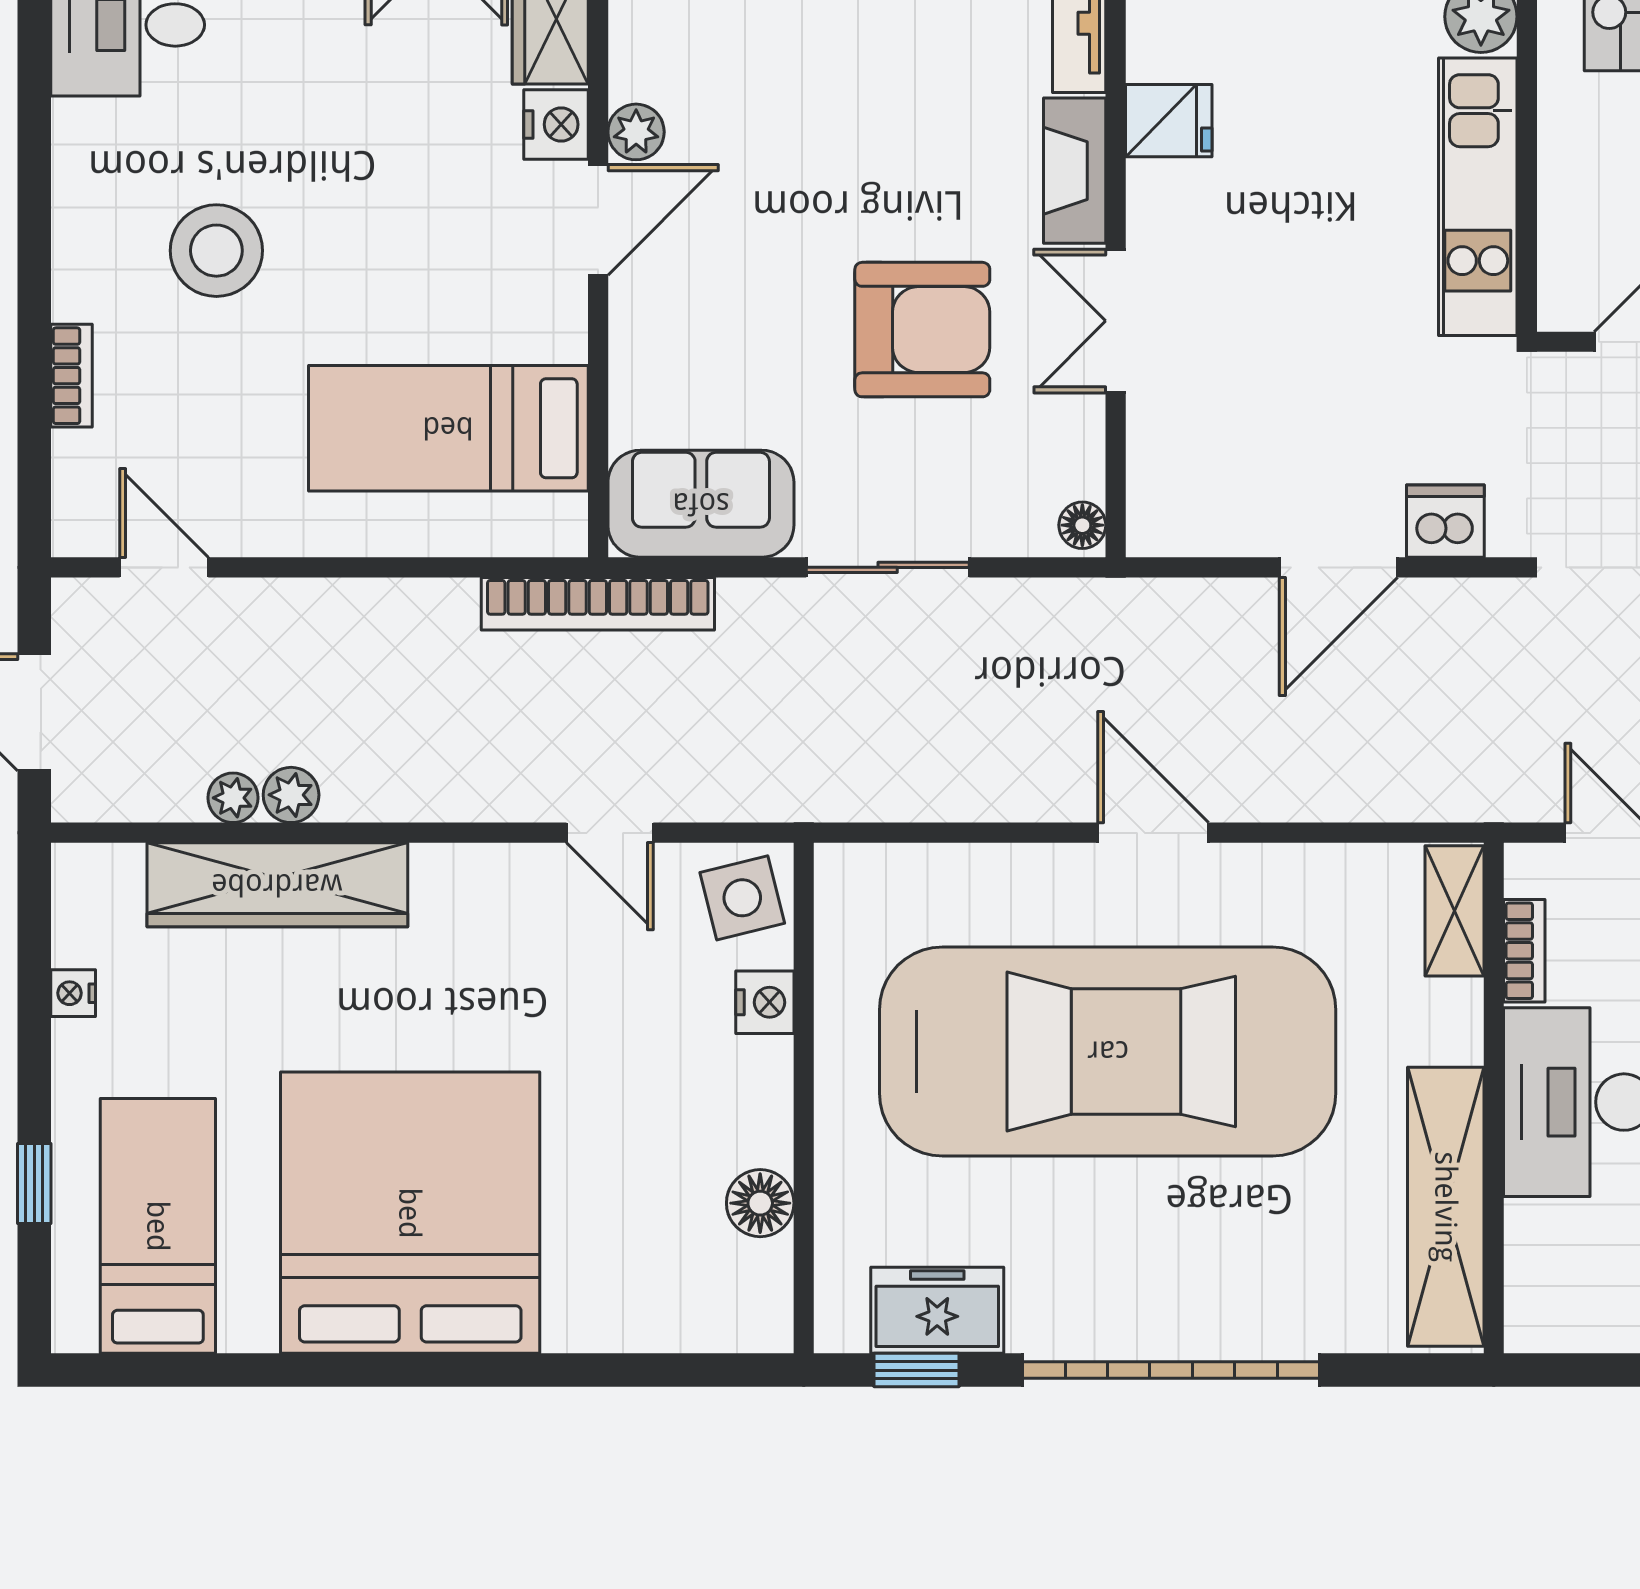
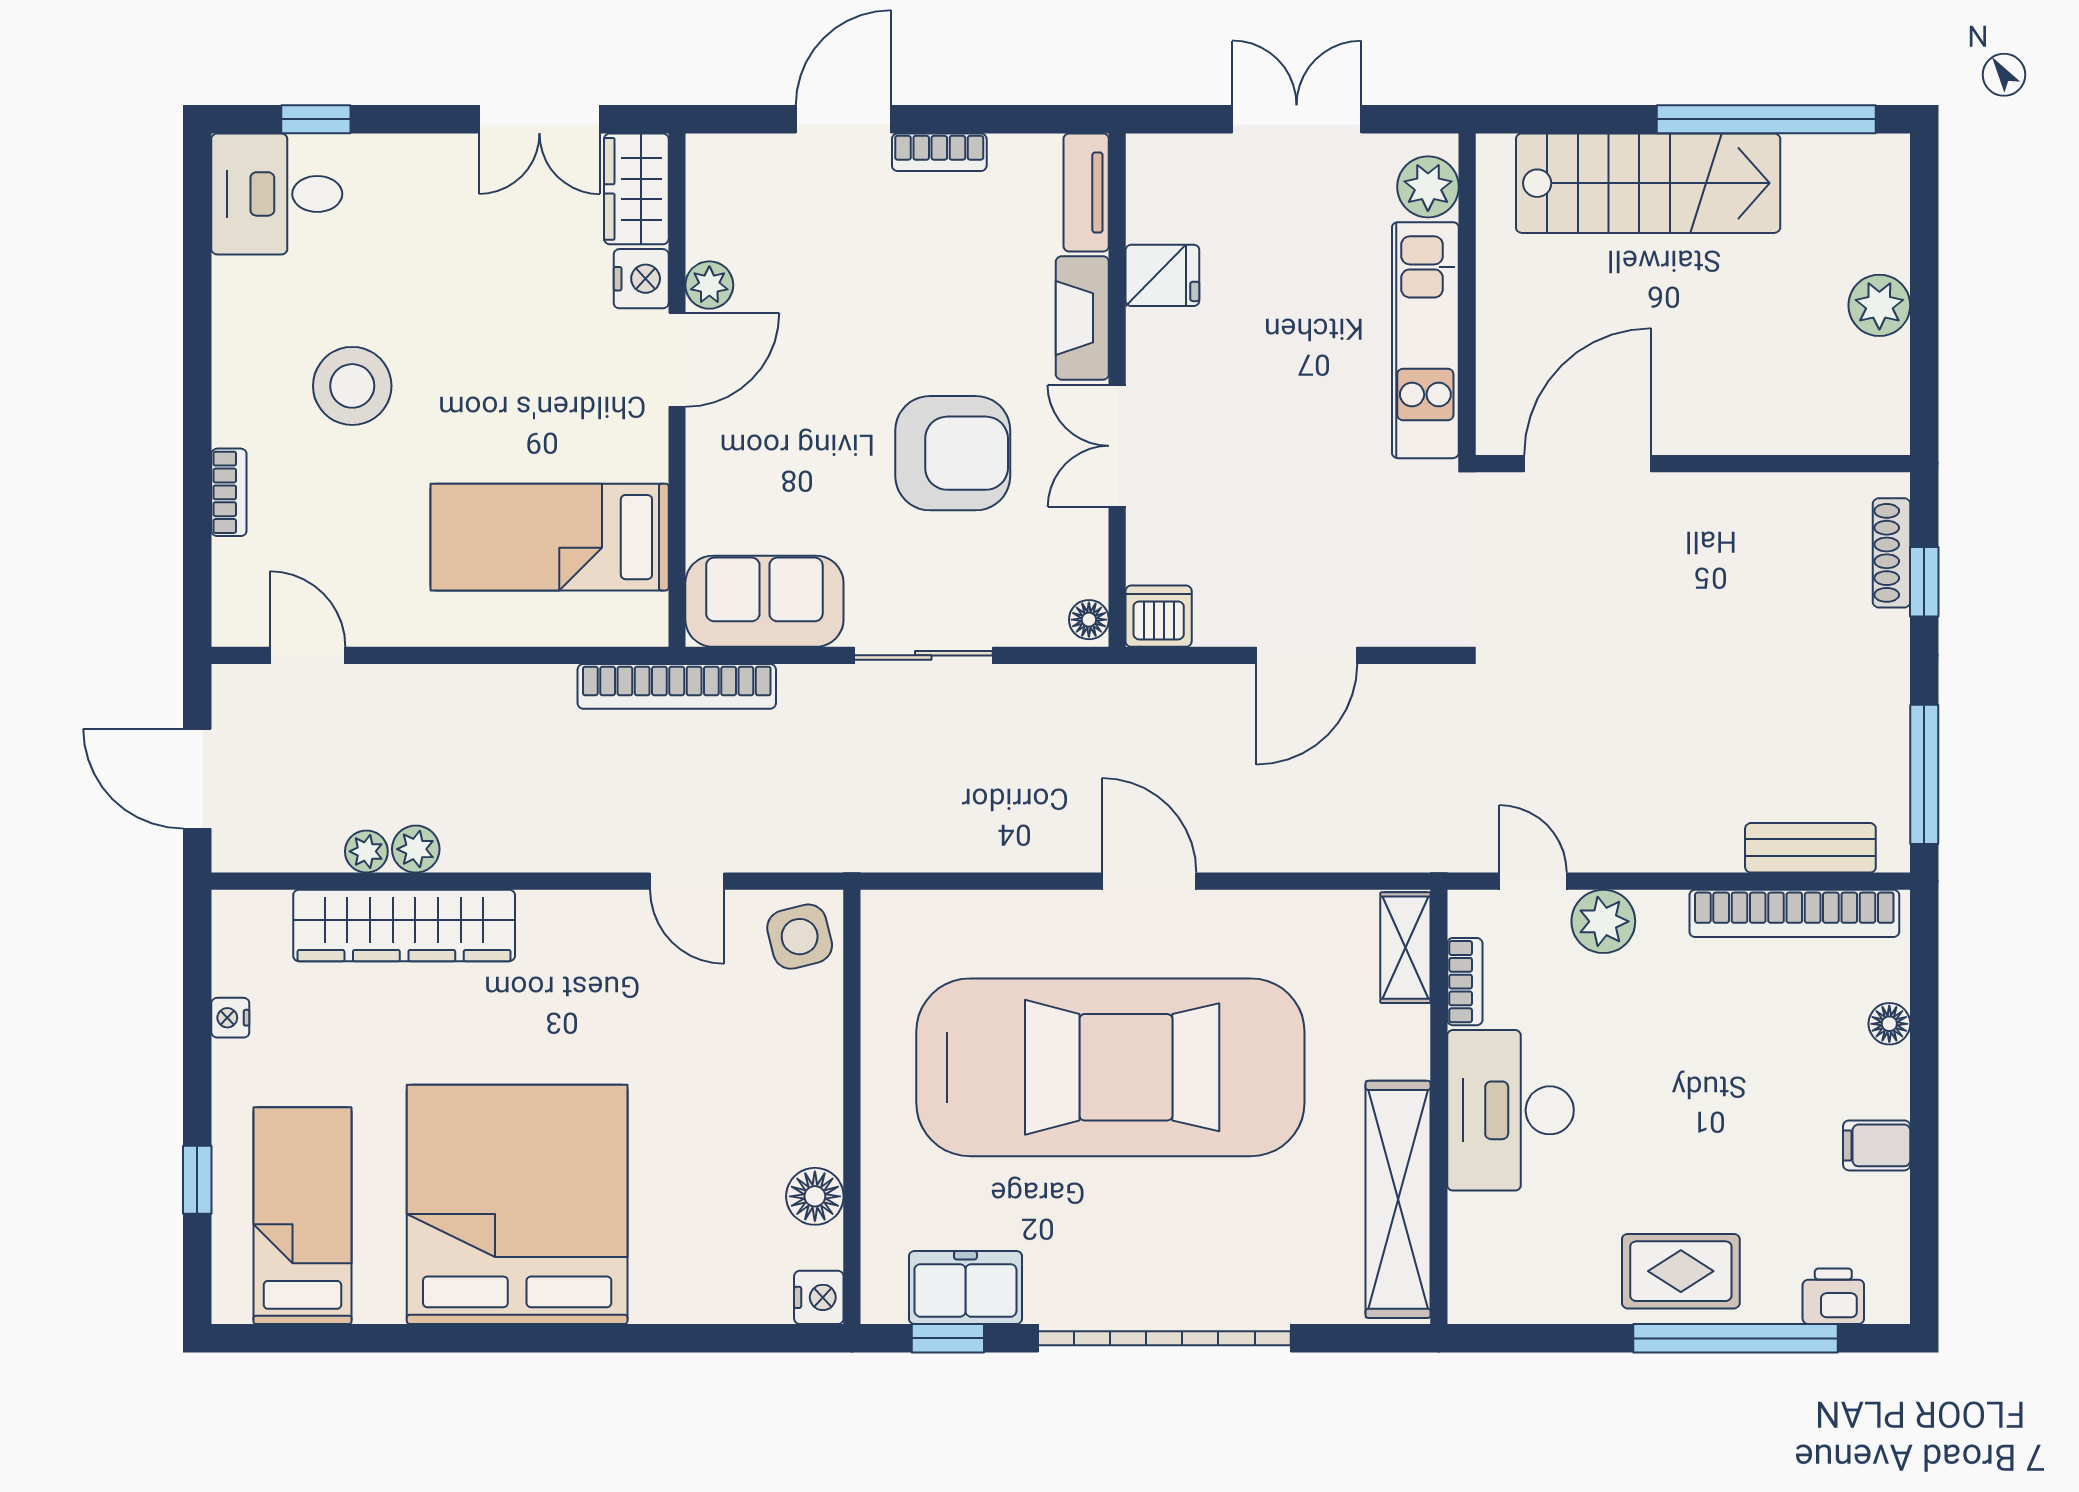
dishwasher: (1445, 521) -> (1159, 616), moved
nightstand: (765, 1002) -> (819, 1297), moved

